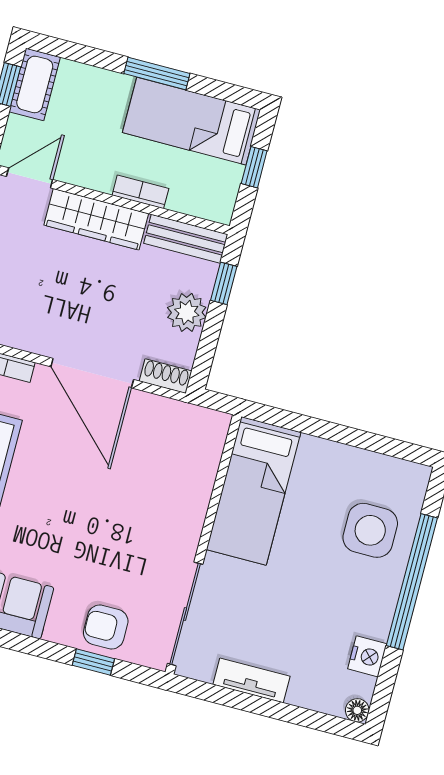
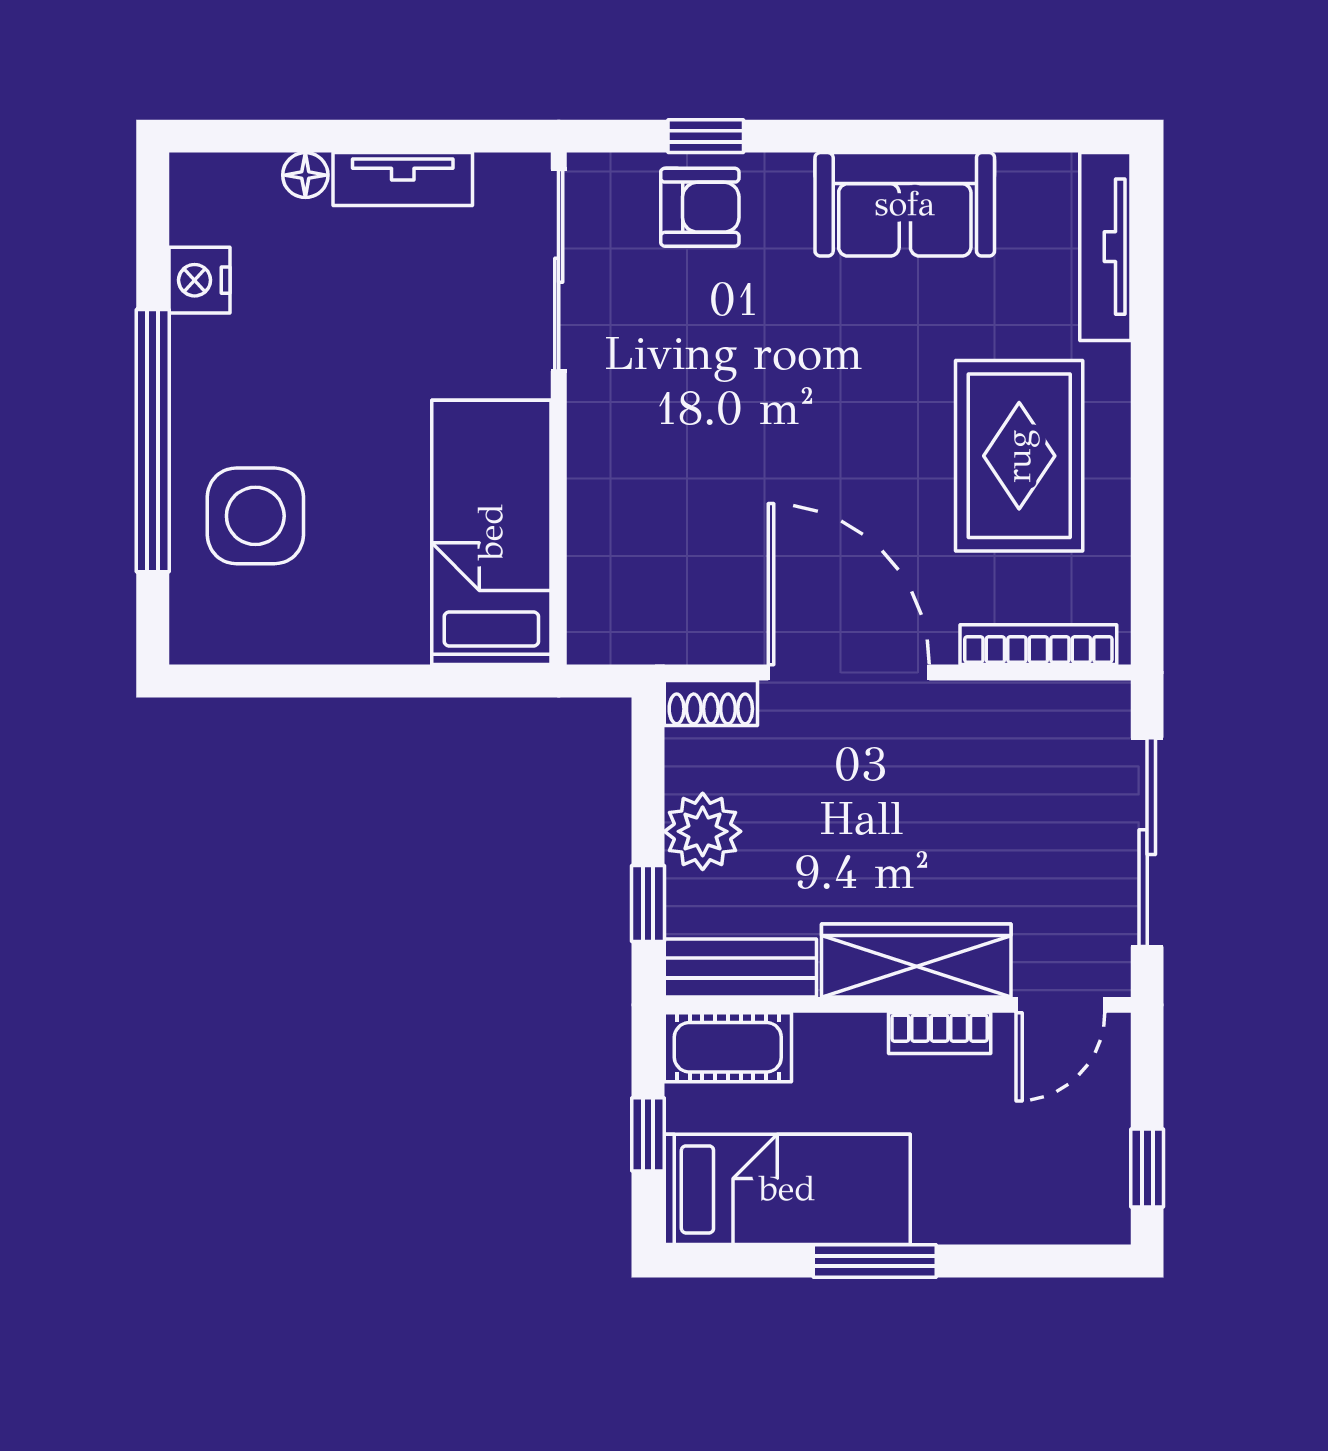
cot: (35, 84) -> (728, 1047), moved, turned 90
bookcase: (140, 192) -> (940, 1033), moved
floor lamp: (357, 710) -> (305, 175), moved

